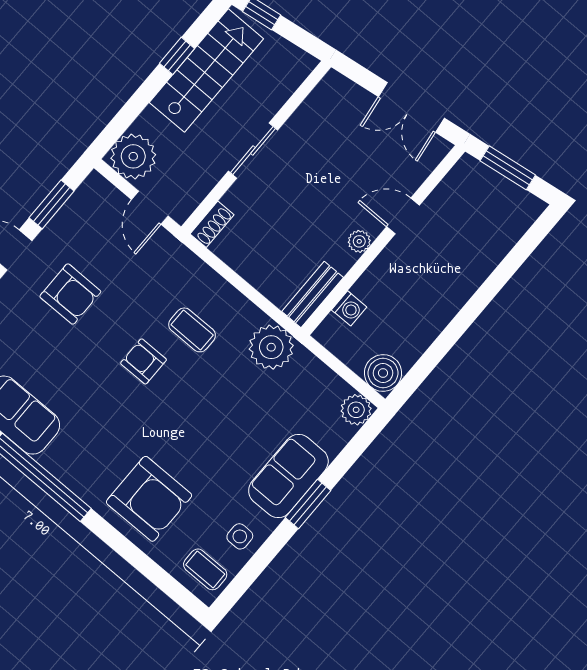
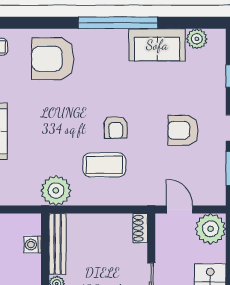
bench: (313, 294) -> (58, 244), width x1.36
coffee table: (192, 330) -> (104, 165), width x1.36, depth x1.30
armchair: (143, 361) -> (116, 127), turned 89

